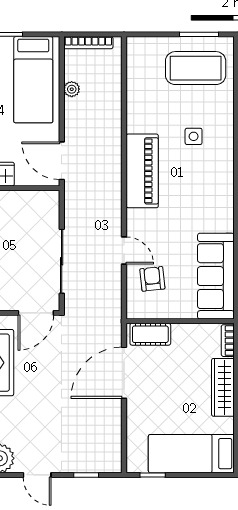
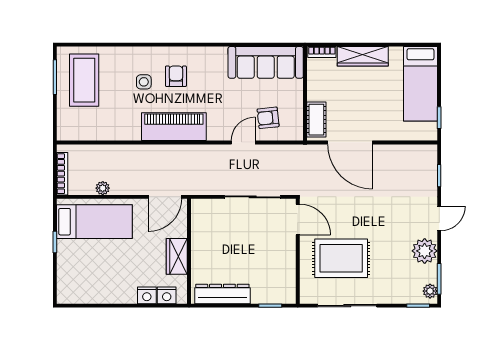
armchair: (200, 173) -> (176, 76), added

